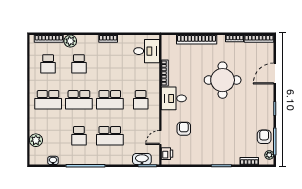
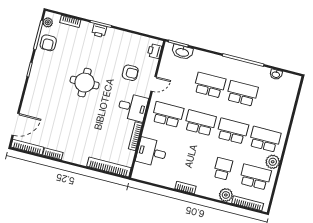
bookcase: (197, 39) -> (109, 167), moved
desk: (147, 51) -> (152, 152), moved
school desk: (48, 64) -> (255, 177), width x1.85
door: (275, 73) -> (16, 124), moved
round table: (223, 80) -> (85, 83), moved, width x0.73, depth x0.73
school desk: (141, 100) -> (168, 115), width x1.85
armchair: (184, 129) -> (130, 73), turned -90
school desk: (79, 136) -> (242, 93), width x1.85
door: (160, 138) -> (154, 84), moved
plant: (36, 140) -> (273, 162), moved
printer: (221, 159) -> (99, 31), added

